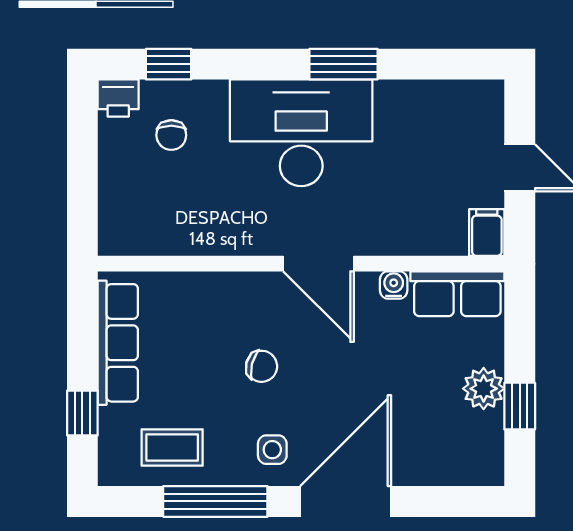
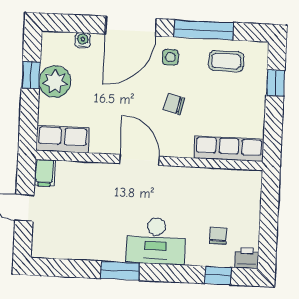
desk: (301, 133) -> (156, 241), width x0.73, depth x0.77
water cooler: (394, 285) -> (83, 40), moved, turned 180
row of seats: (118, 343) -> (229, 149), moved, turned 90
plant: (484, 389) -> (55, 82), width x1.36, depth x1.36

